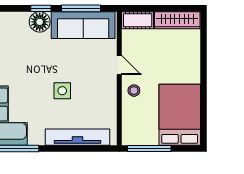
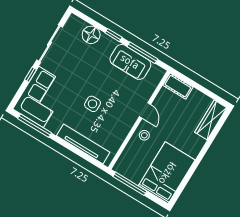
wardrobe: (177, 20) -> (211, 120), moved, turned 90
floor lamp: (40, 22) -> (91, 35), moved
sofa: (83, 25) -> (130, 62), width x0.73

